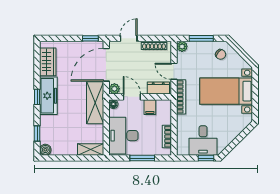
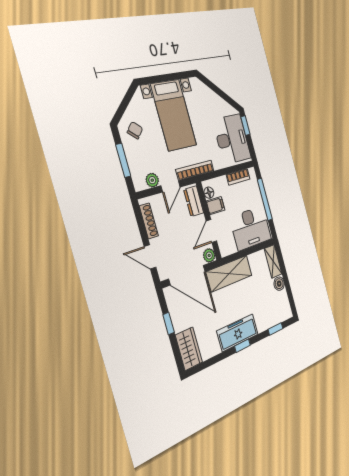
window: (90, 38) -> (169, 324), moved
plant: (182, 46) -> (152, 180), moved
wardrobe: (48, 62) -> (189, 349), moved, turned 90
floor lamp: (113, 104) -> (209, 193), moved
desk: (203, 141) -> (232, 139), width x1.37
boiler: (45, 150) -> (279, 284), moved
window: (142, 158) -> (265, 199), width x1.44

